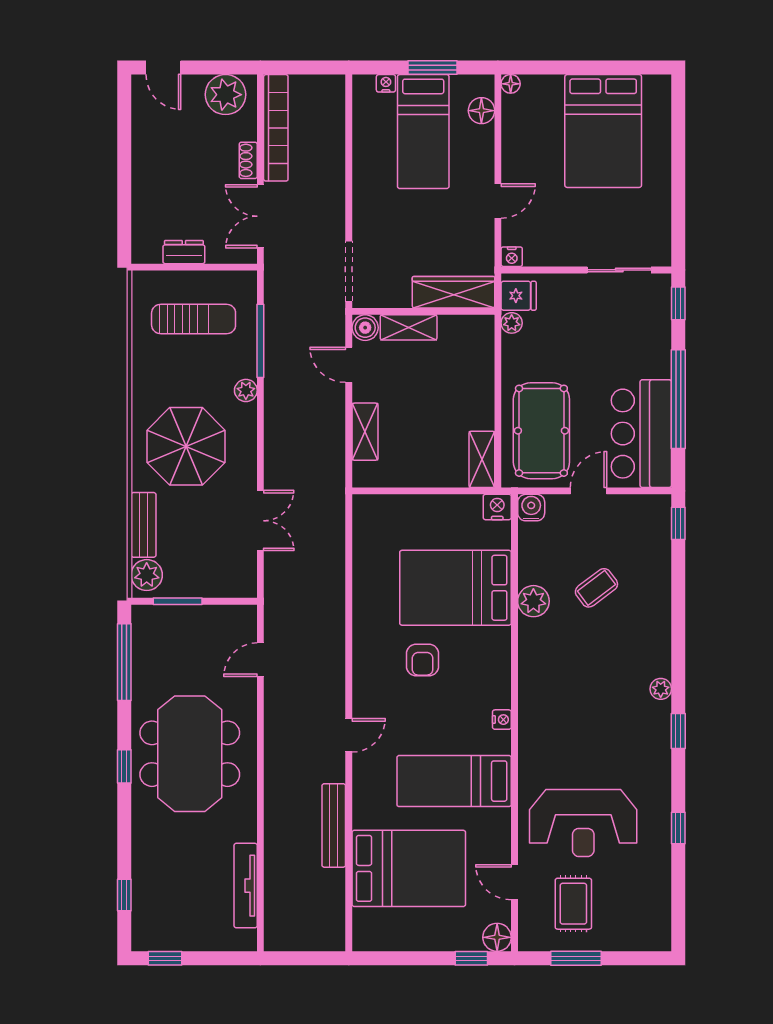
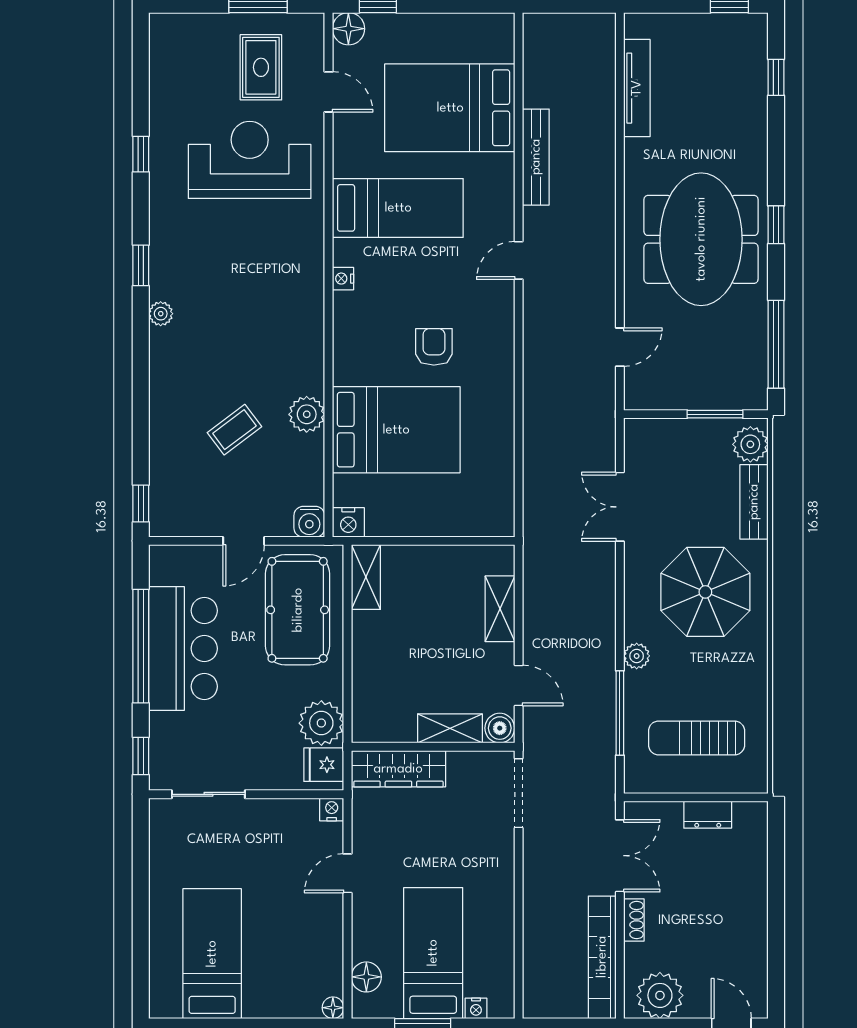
bed: (603, 131) -> (212, 954), width x0.67
plant: (512, 323) -> (321, 723), width x1.88, depth x1.88
bar counter: (641, 434) -> (183, 649), moved

